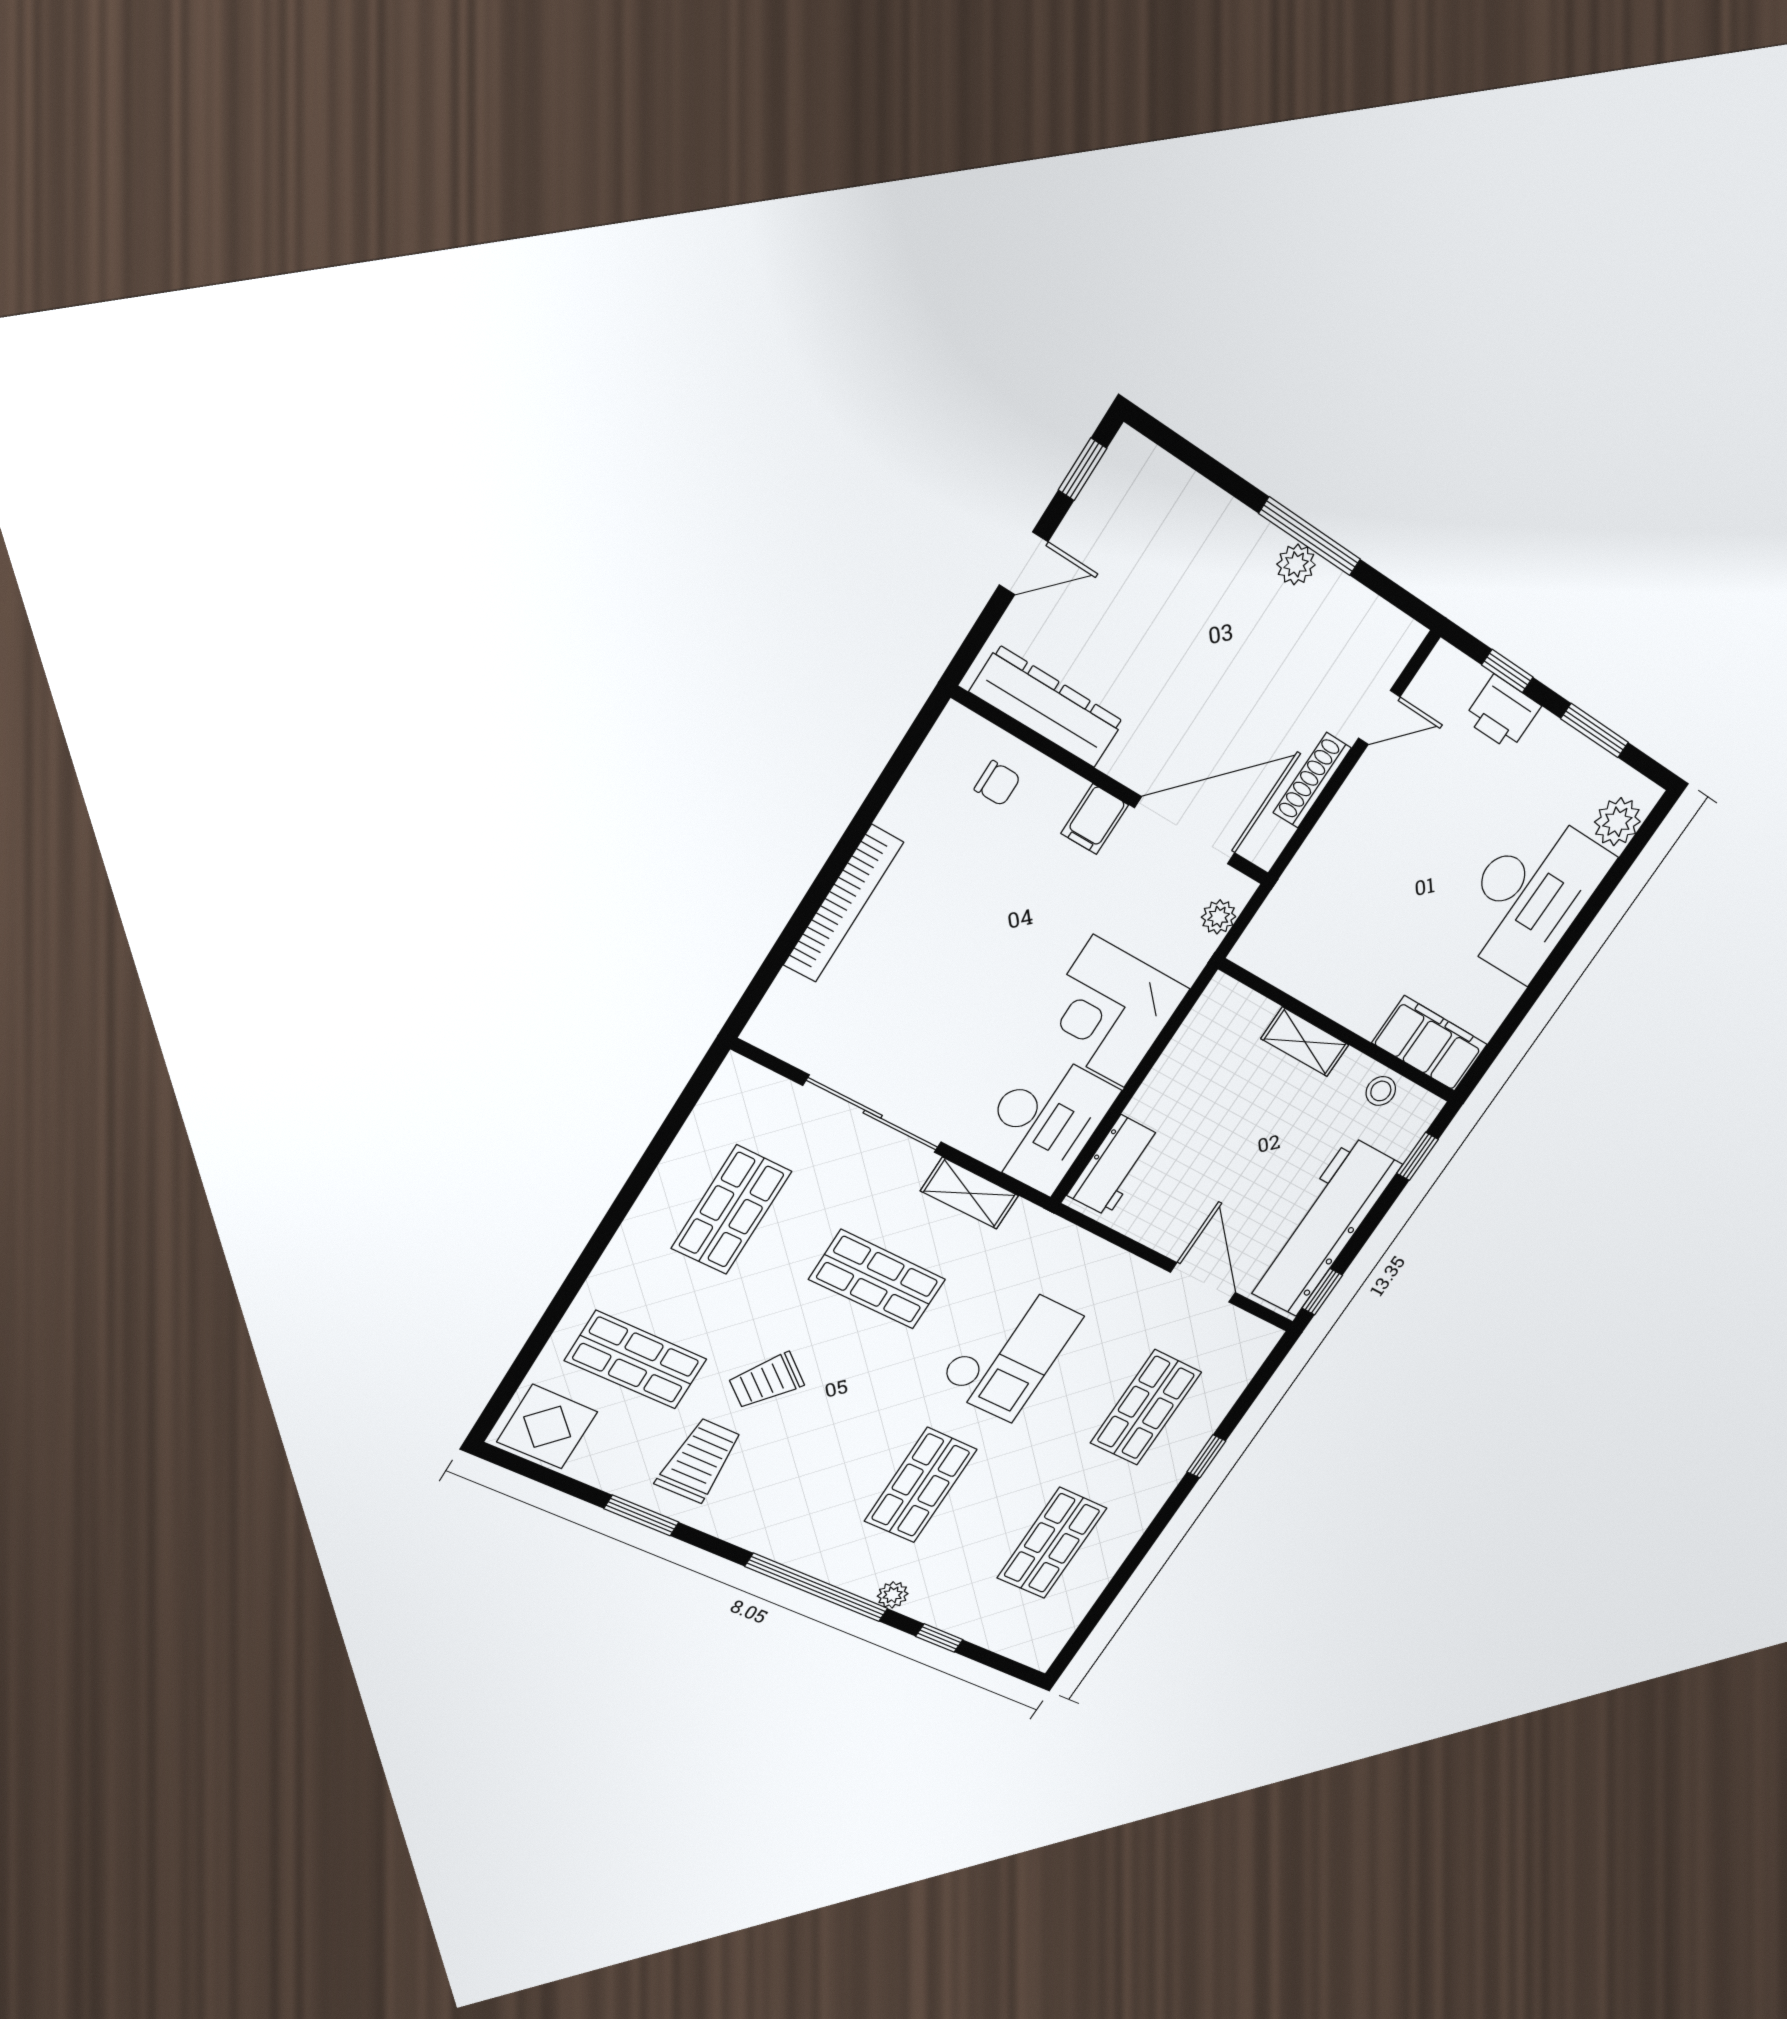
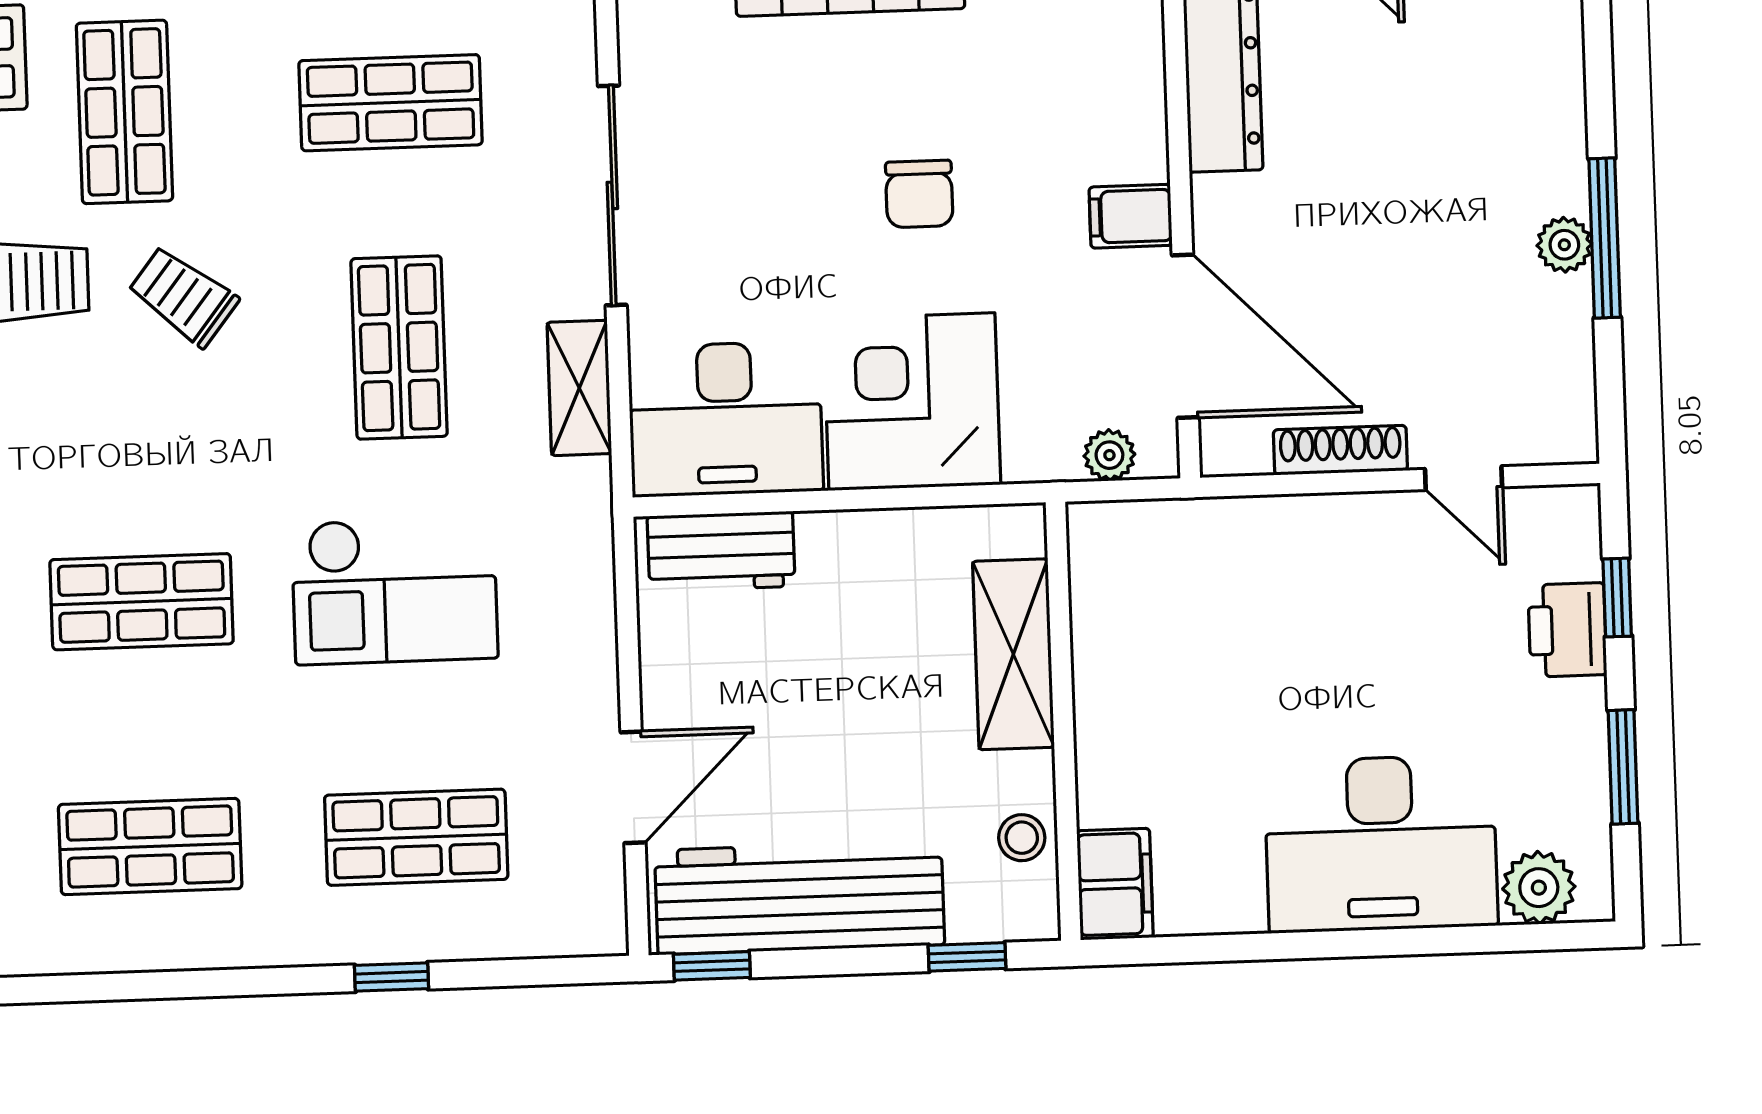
chair: (997, 783) -> (919, 194), moved, width x1.37, depth x1.37
shelving: (1305, 1042) -> (1013, 654), width x1.50, depth x1.33
filing cabinet: (1430, 1044) -> (1115, 884), width x0.67, depth x0.86

